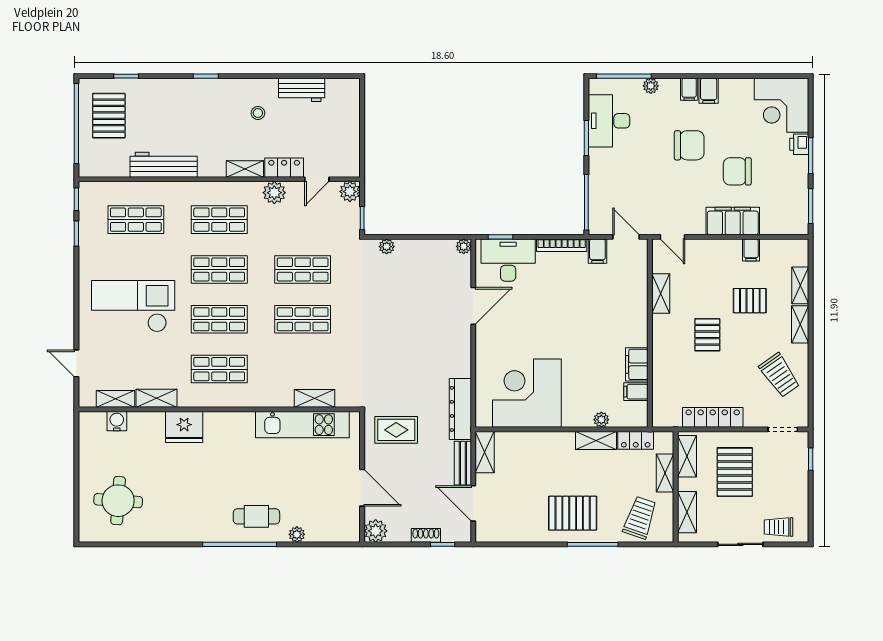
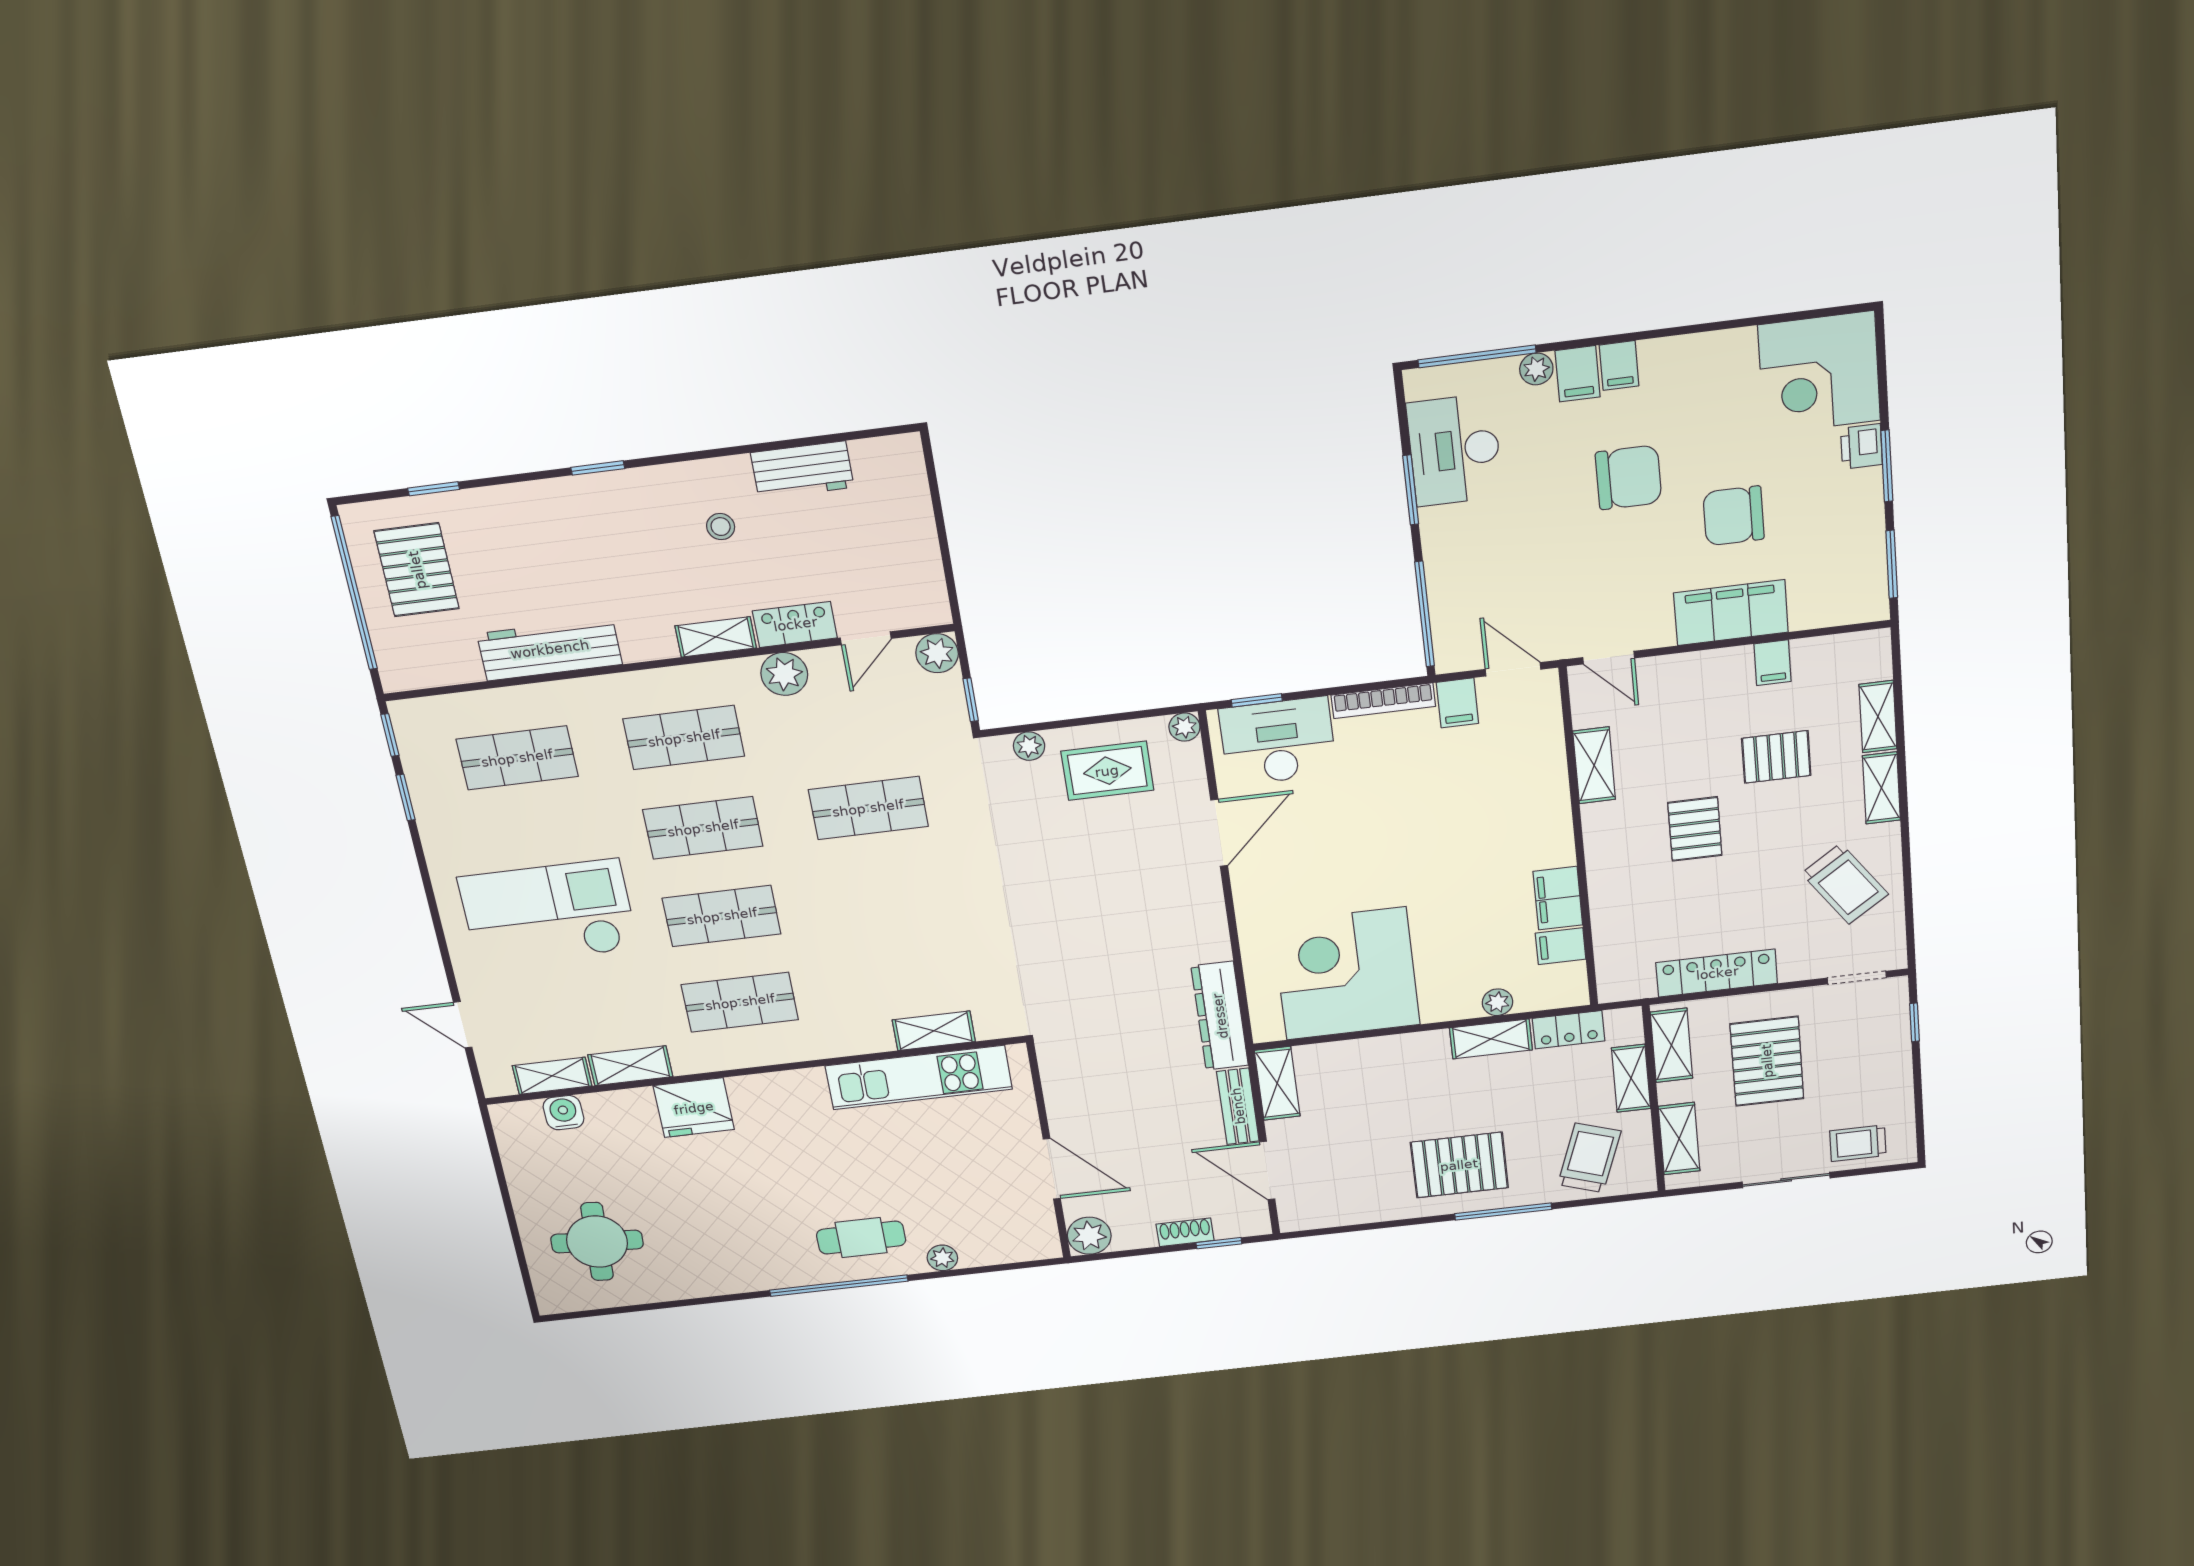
filing cabinet: (709, 91) -> (1578, 374), moved
shop shelf: (303, 319) -> (885, 897), removed
rug: (396, 430) -> (1107, 771), moved

